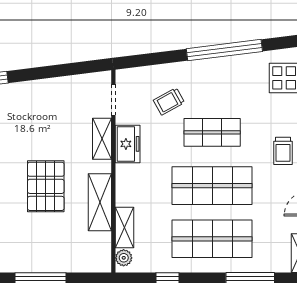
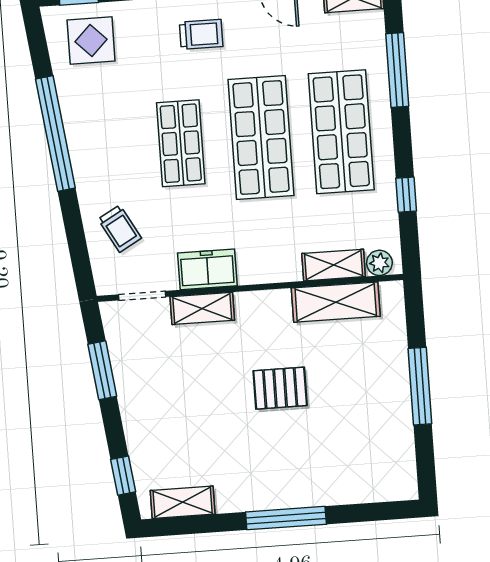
window: (66, 70) -> (102, 370), added
trolley: (169, 101) -> (120, 229), moved
pallet: (46, 186) -> (280, 388), width x0.67, depth x0.71
shelving: (100, 202) -> (336, 302), moved

